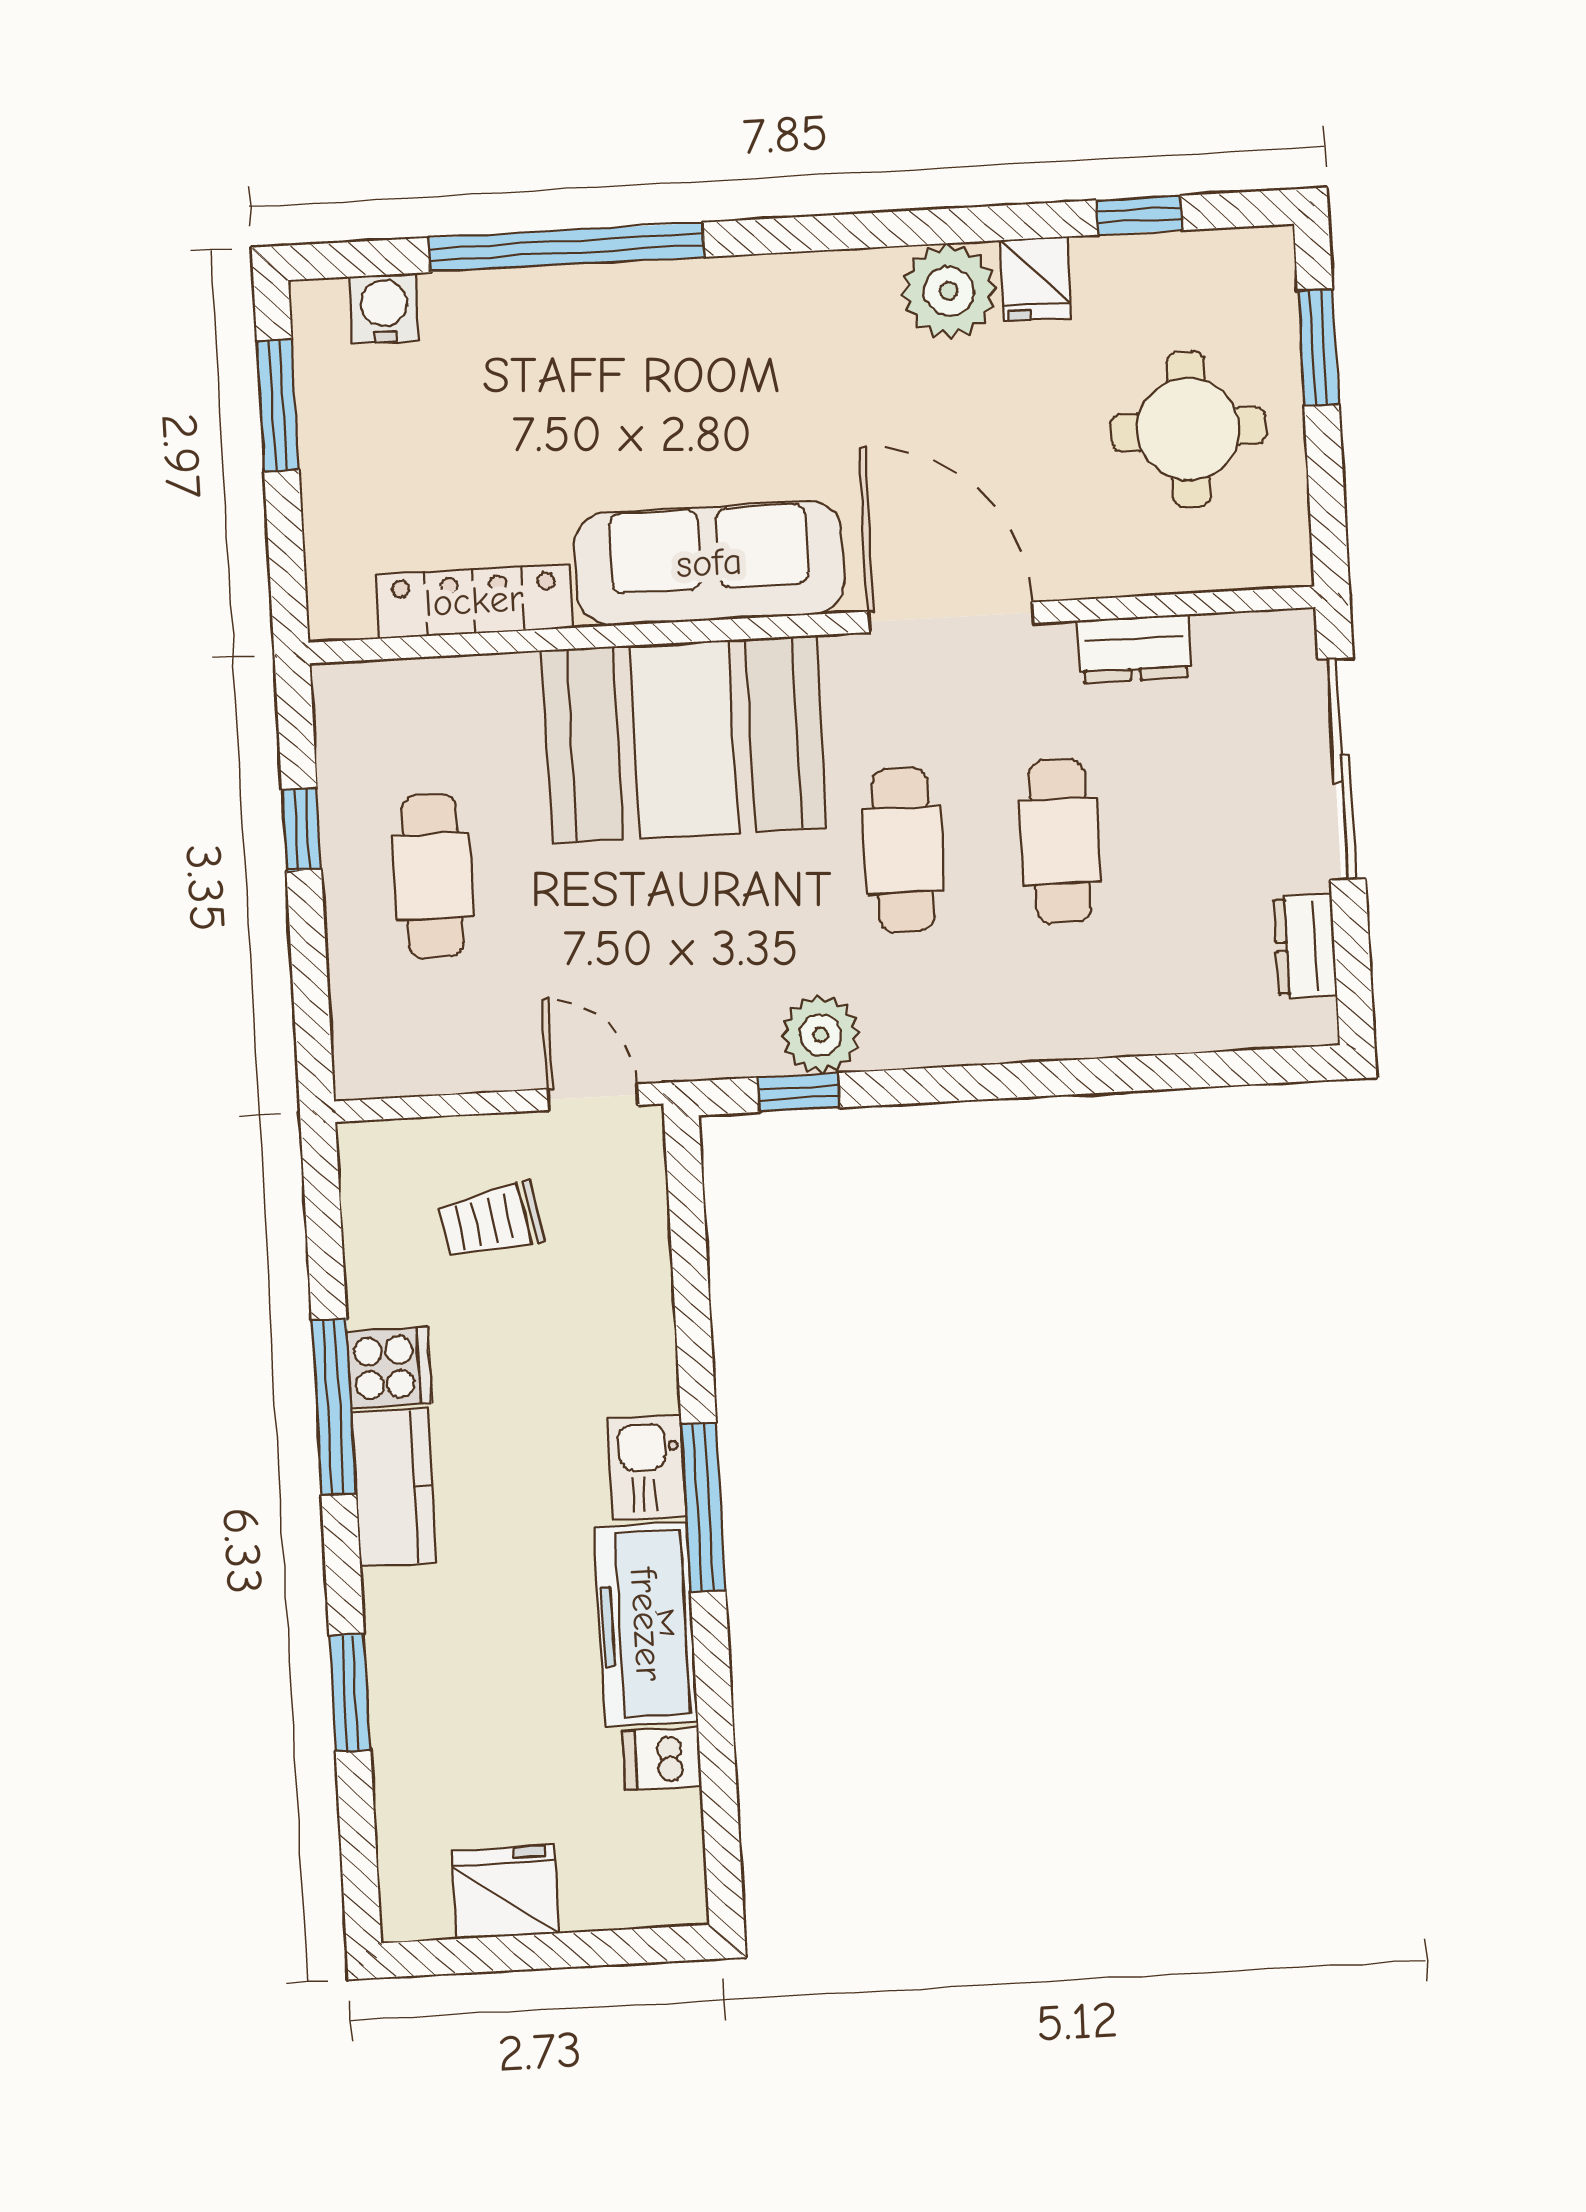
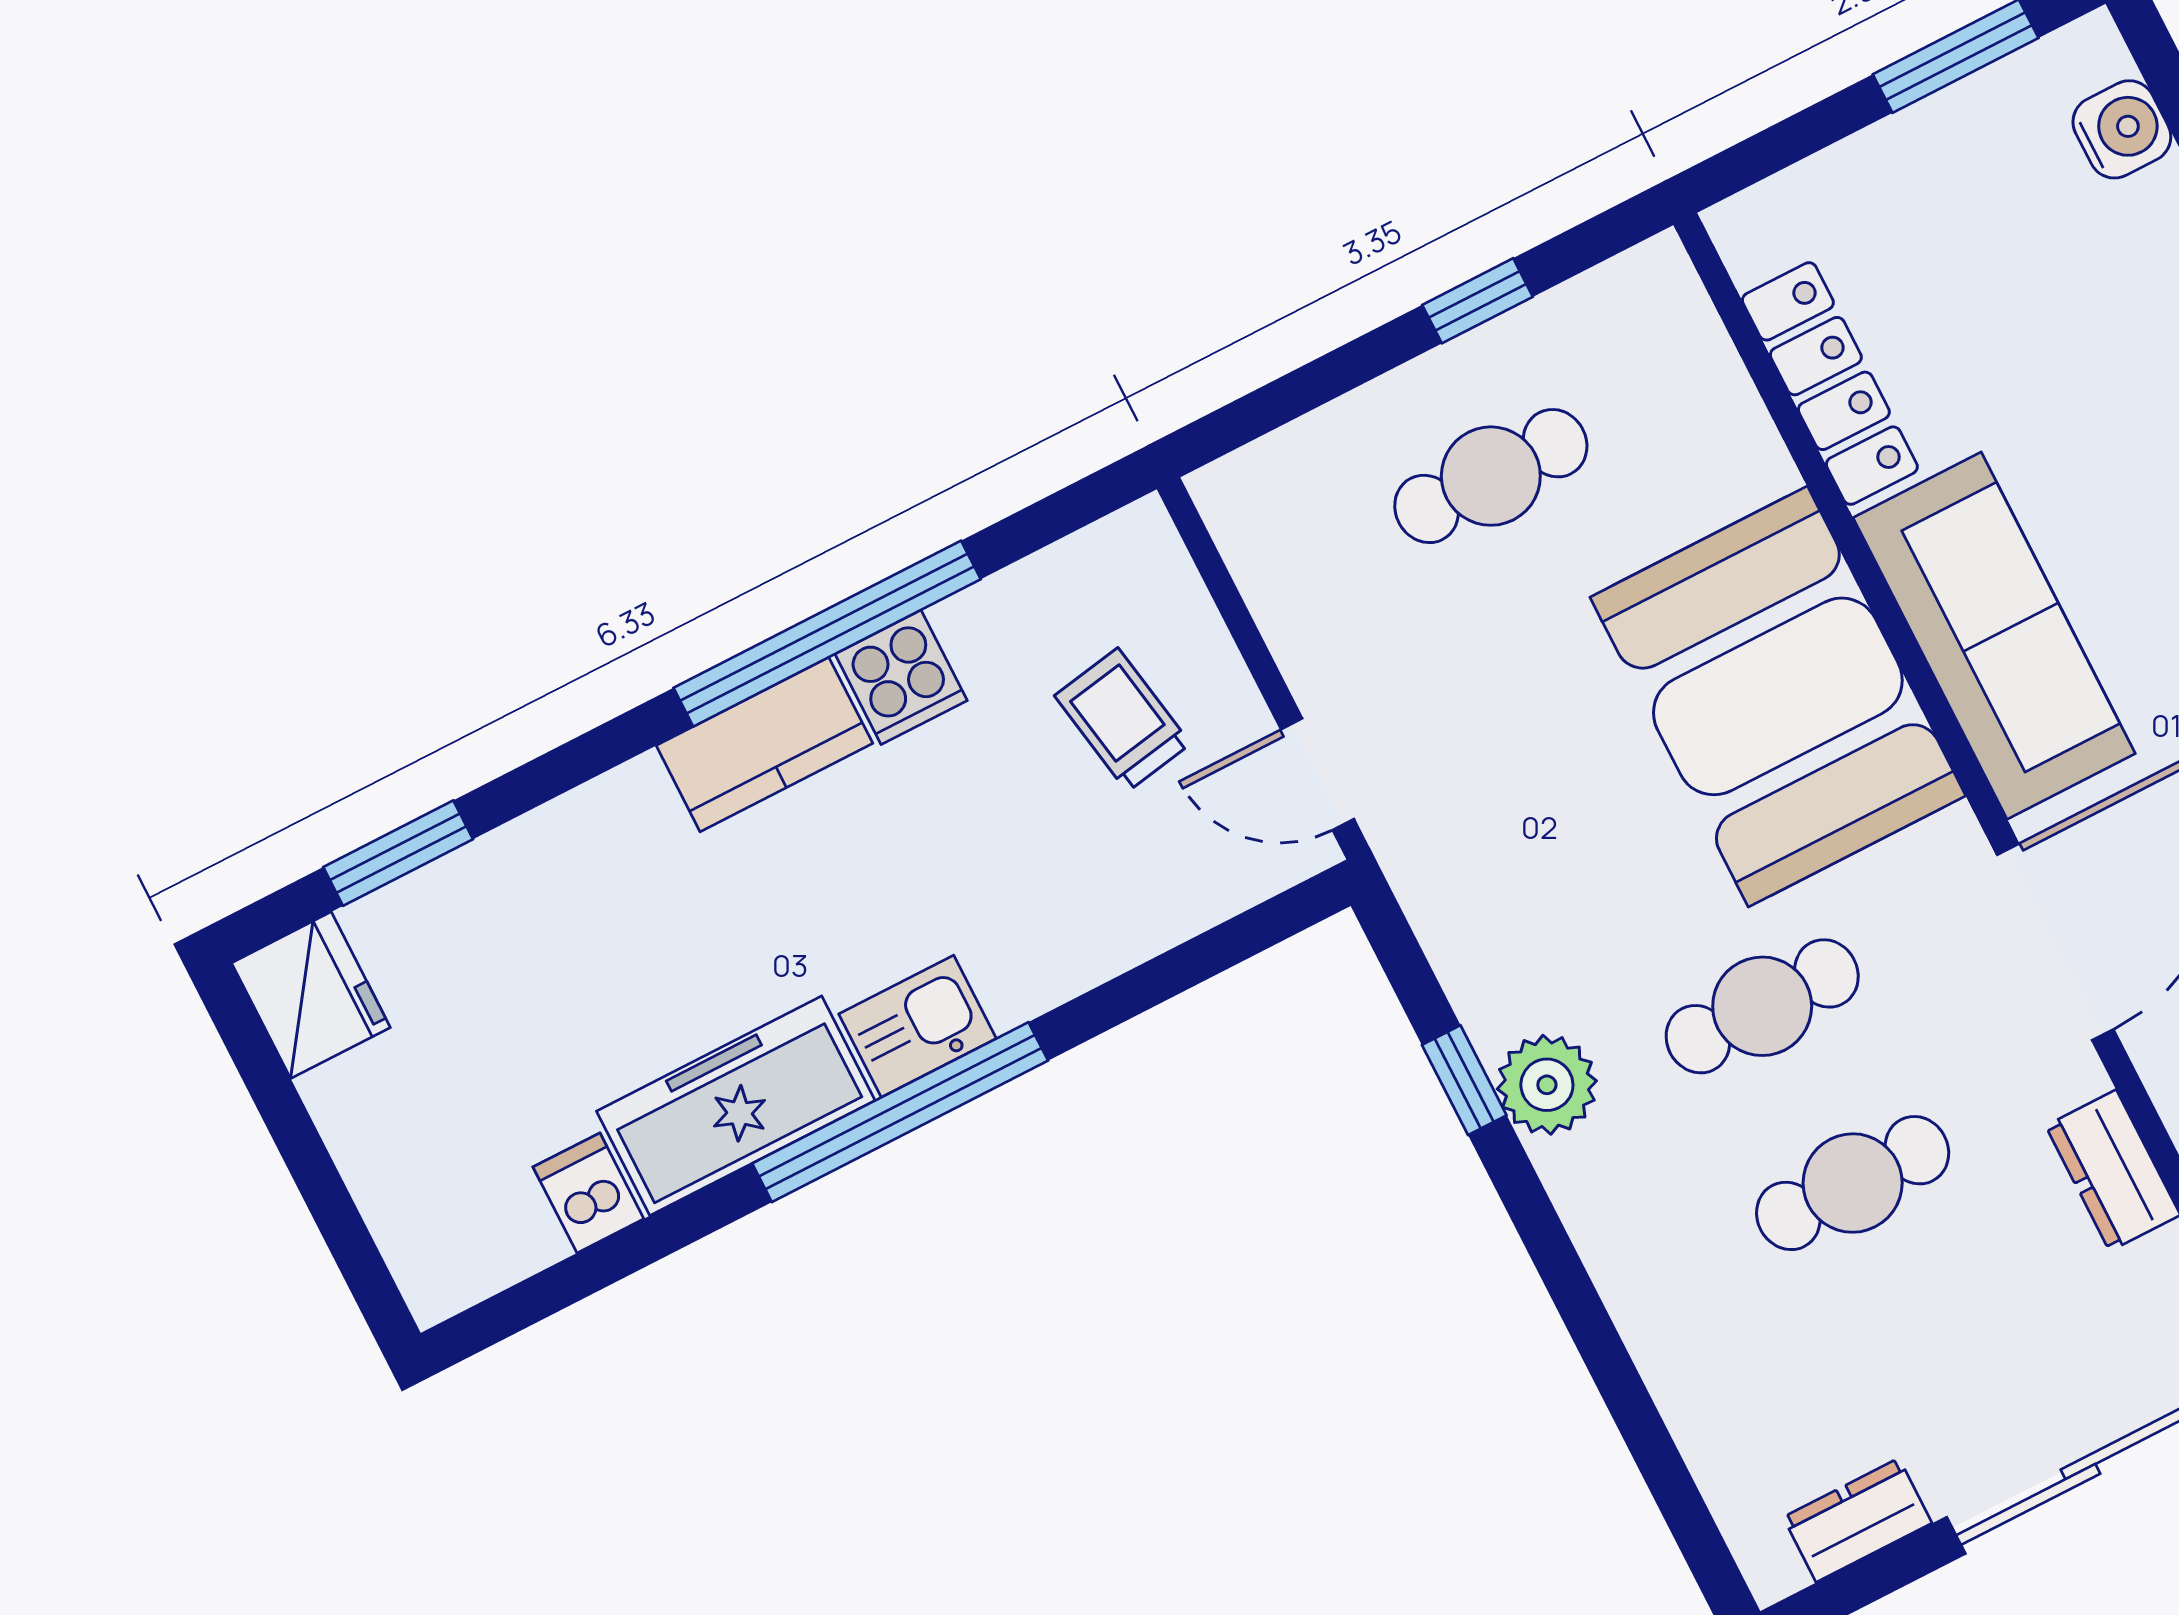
plant: (821, 1035) -> (1547, 1085), moved
window: (799, 1093) -> (1464, 1080), moved
door: (593, 1097) -> (1317, 774), swing flipped
window: (334, 1407) -> (827, 634), width x1.46
window: (703, 1507) -> (900, 1112), width x1.46
window: (350, 1693) -> (398, 853), moved
fridge: (505, 1892) -> (311, 995), moved

